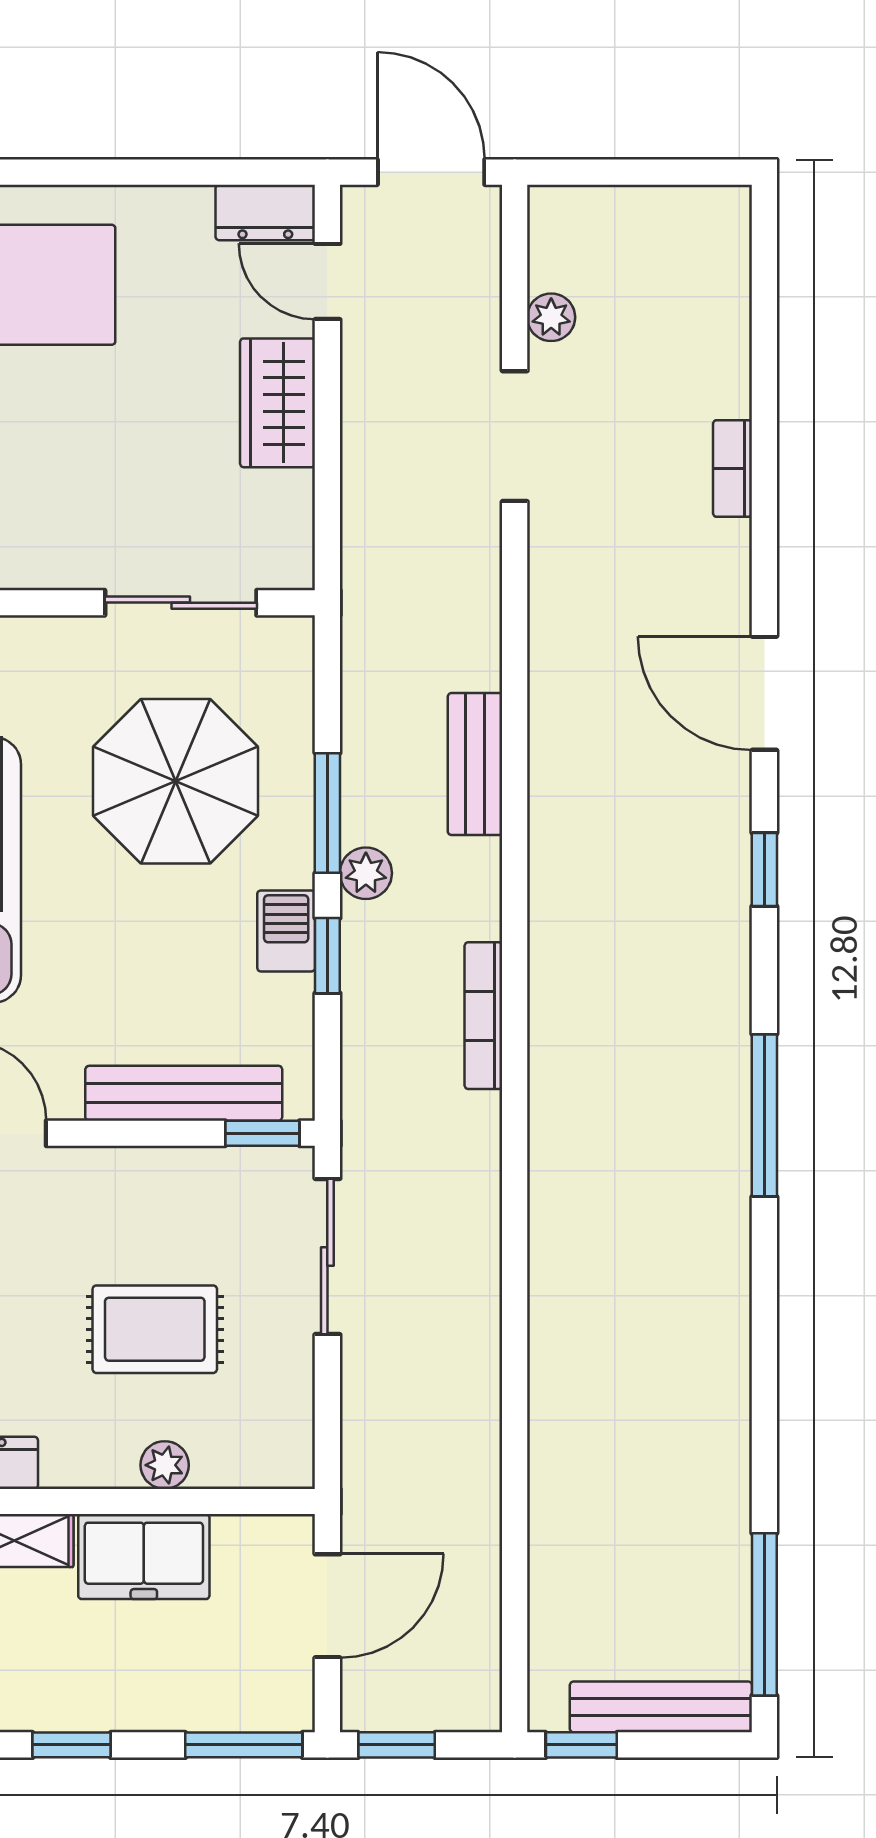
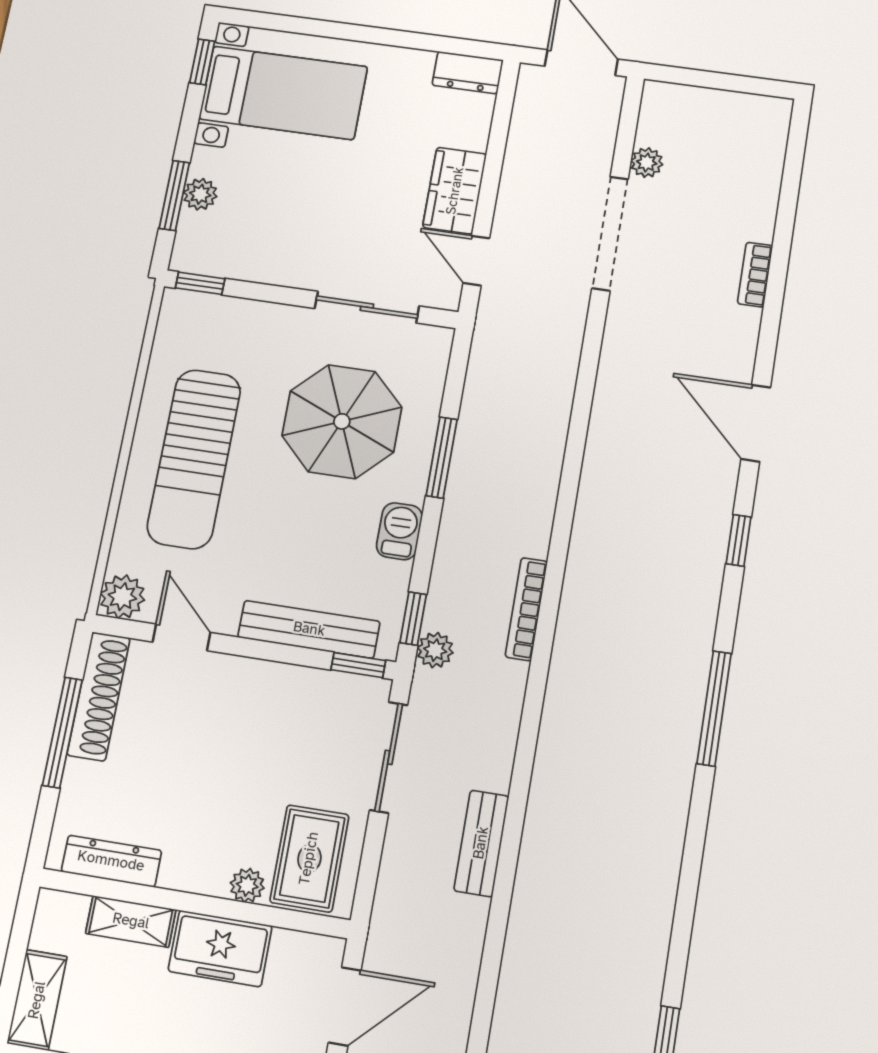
door: (327, 281) -> (476, 261), moved
doorway: (515, 436) -> (610, 233), width x1.36
bench: (475, 764) -> (481, 843), moved
plant: (366, 873) -> (435, 650), moved
window: (327, 956) -> (413, 619), moved
rug: (155, 1329) -> (309, 858), moved, turned 90

